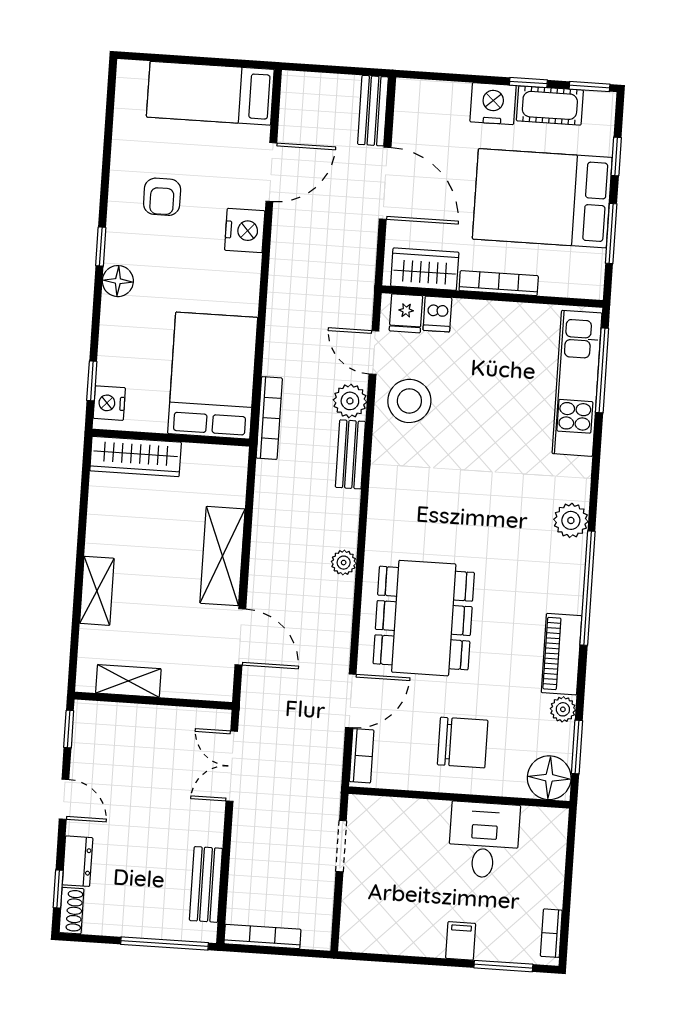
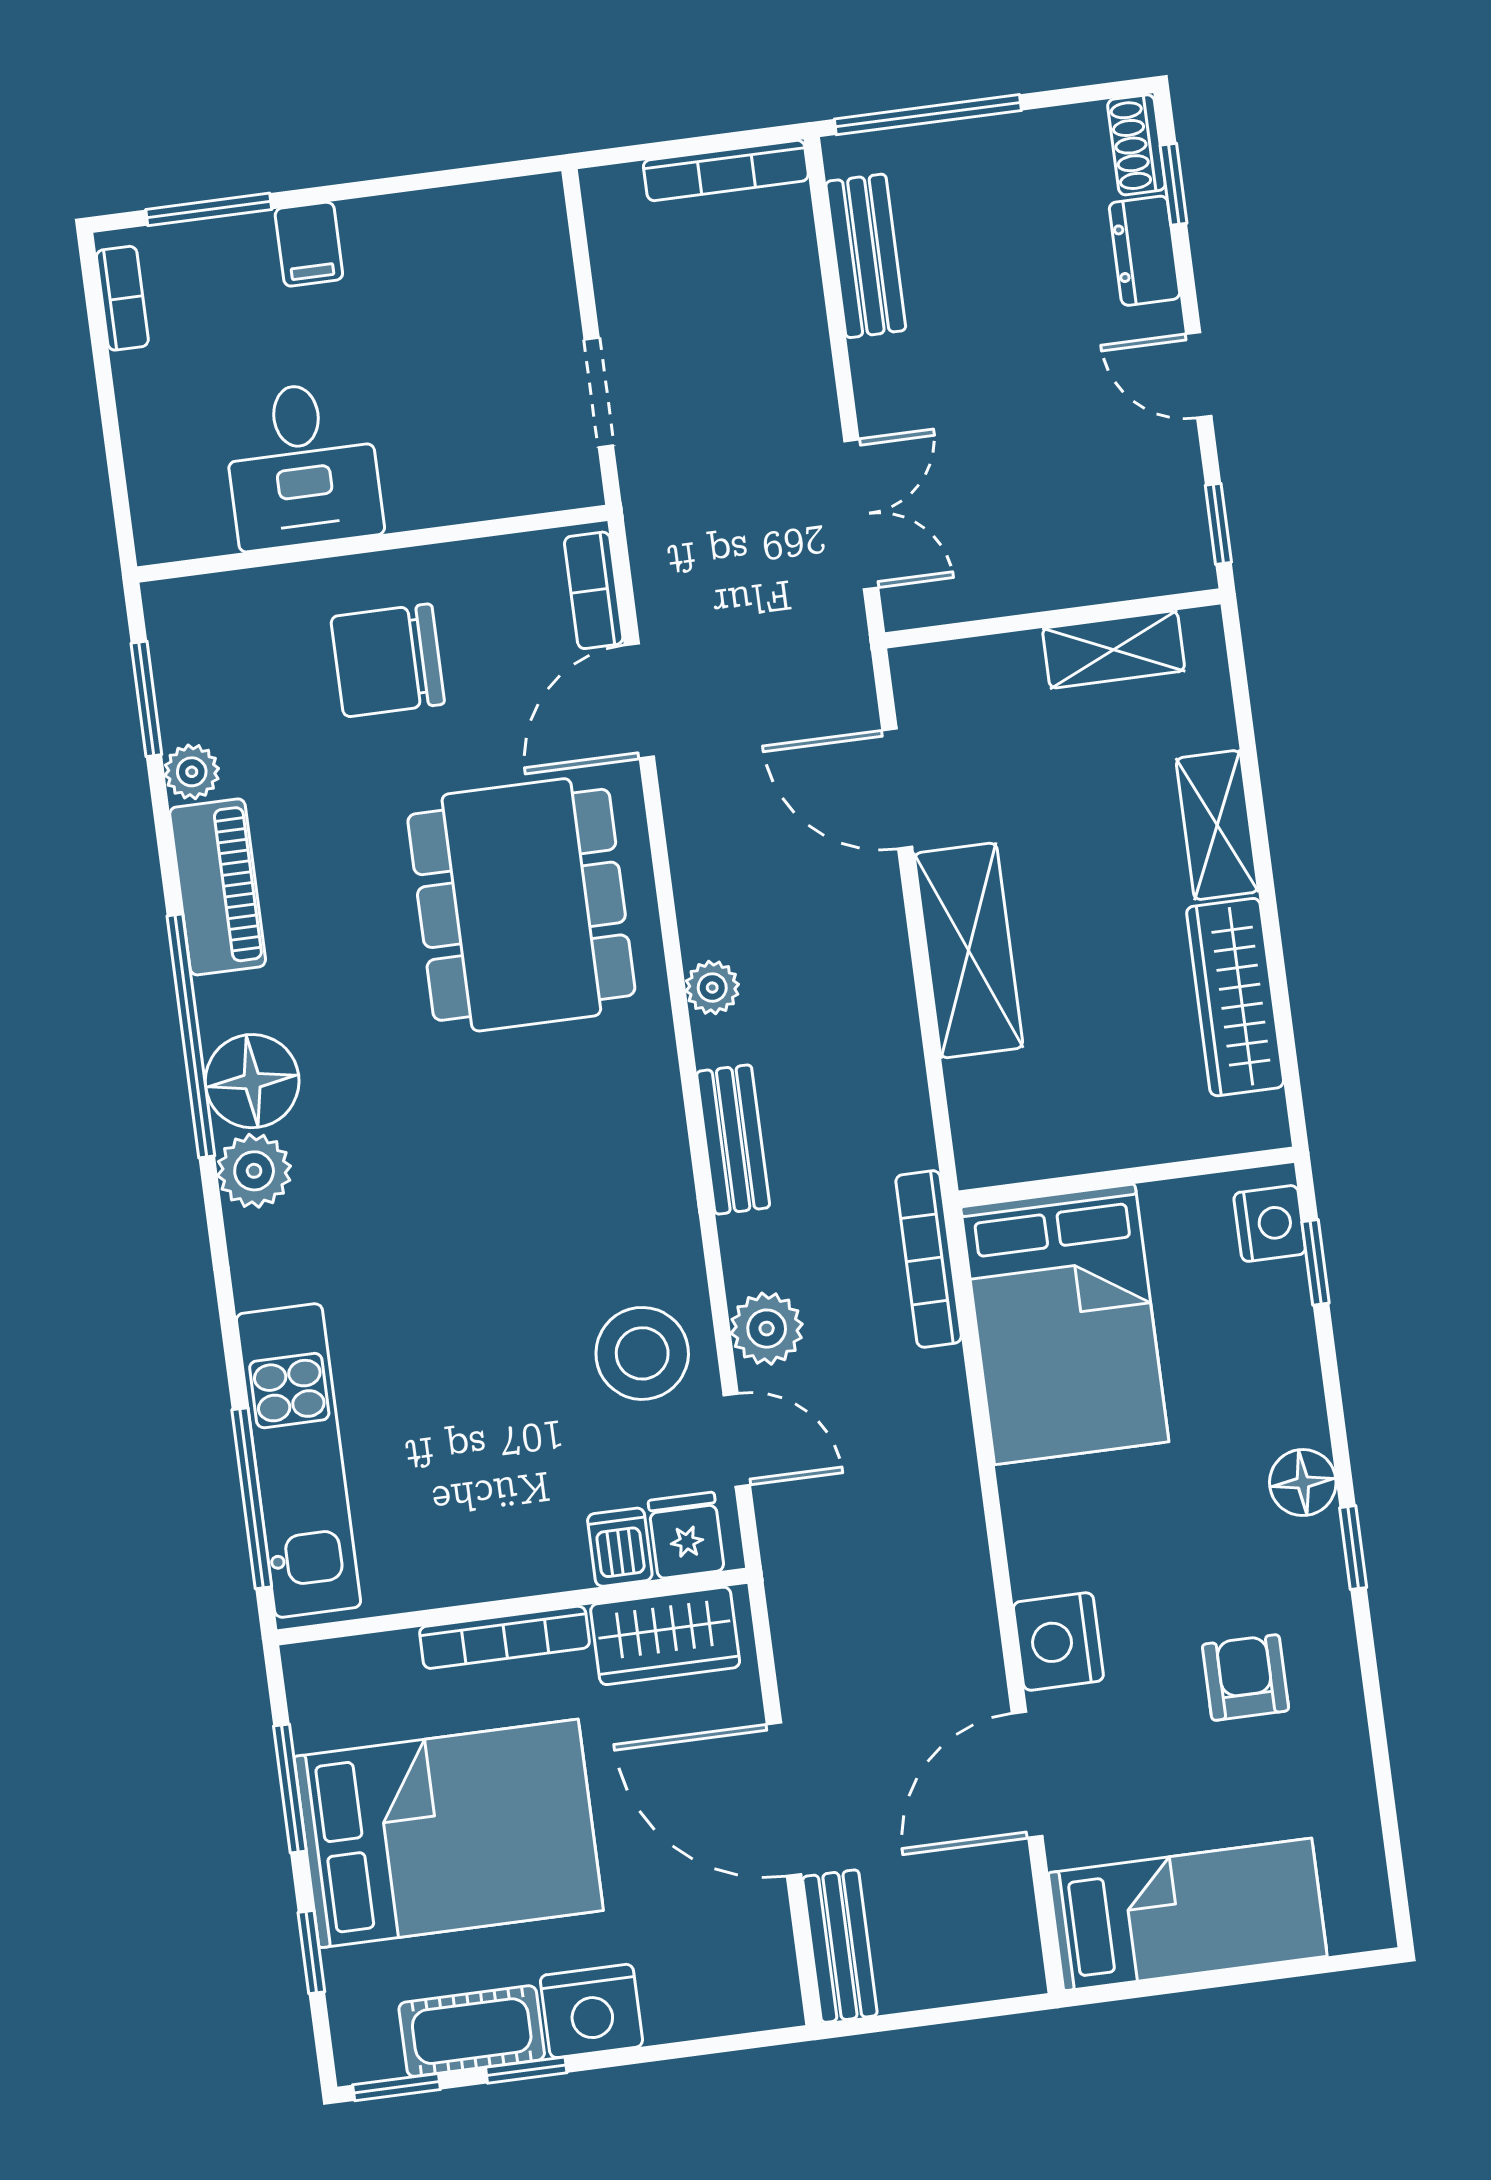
bench: (350, 454) -> (733, 1139), moved
wardrobe: (136, 457) -> (1235, 997), moved, turned -90
floor lamp: (549, 778) -> (252, 1081), moved

